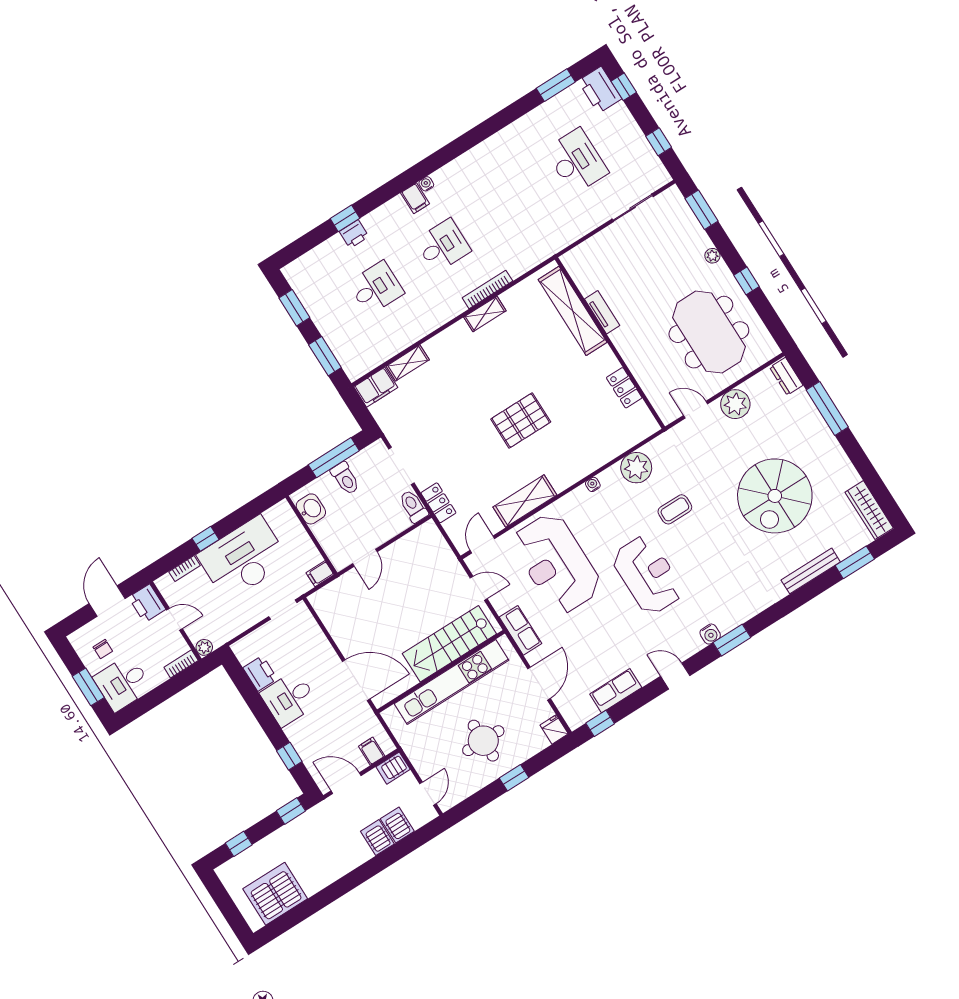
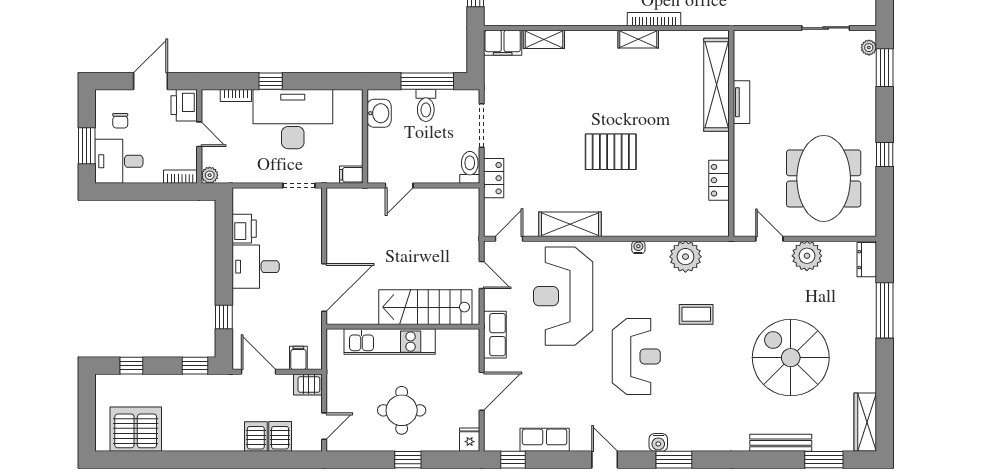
plant: (712, 256) -> (869, 48), moved
spiral stairs: (775, 496) -> (791, 358), turned 90
door: (356, 680) -> (324, 287), hinge flipped
kitchen unit: (451, 682) -> (390, 342), width x0.73

